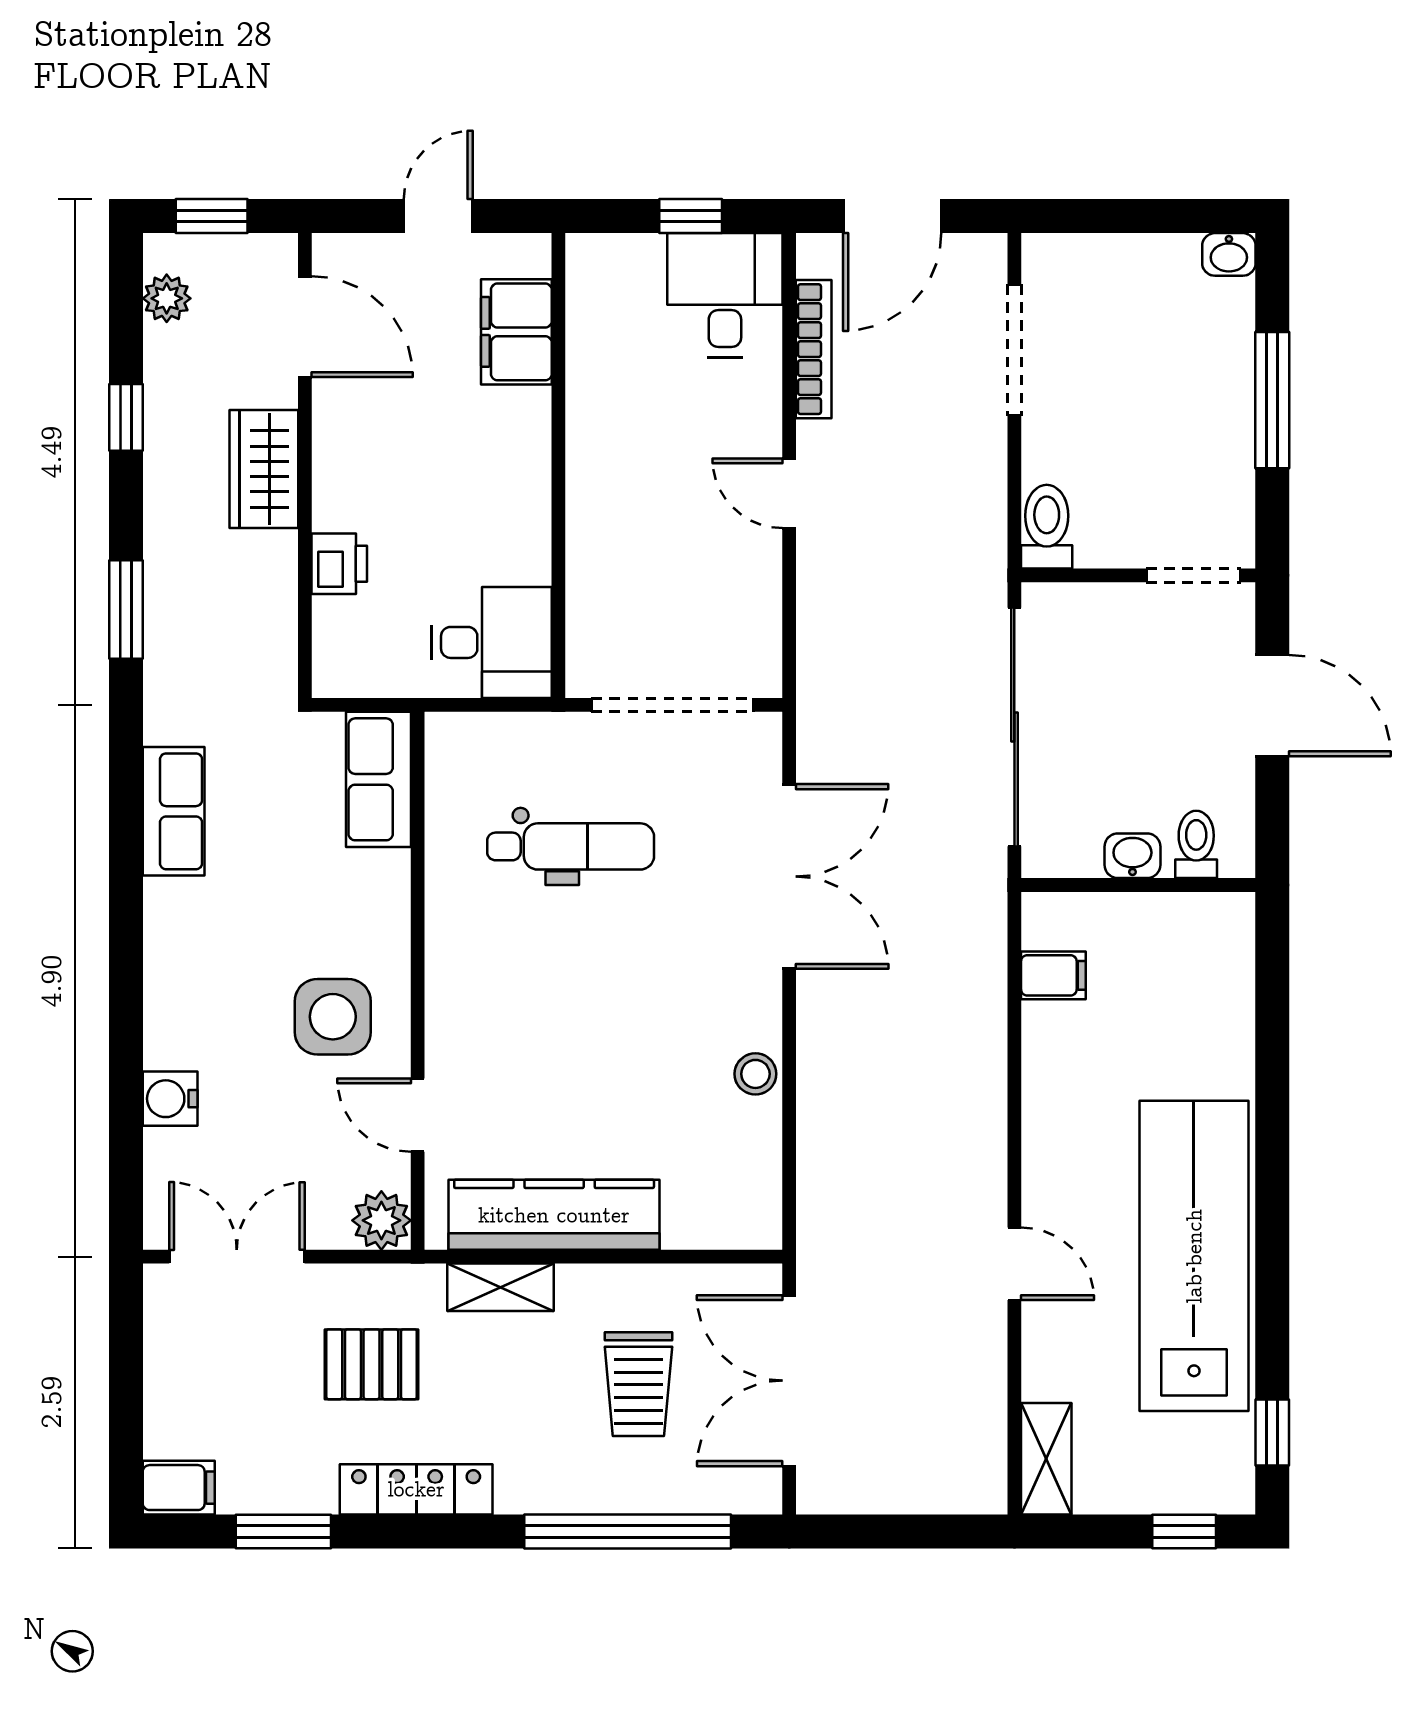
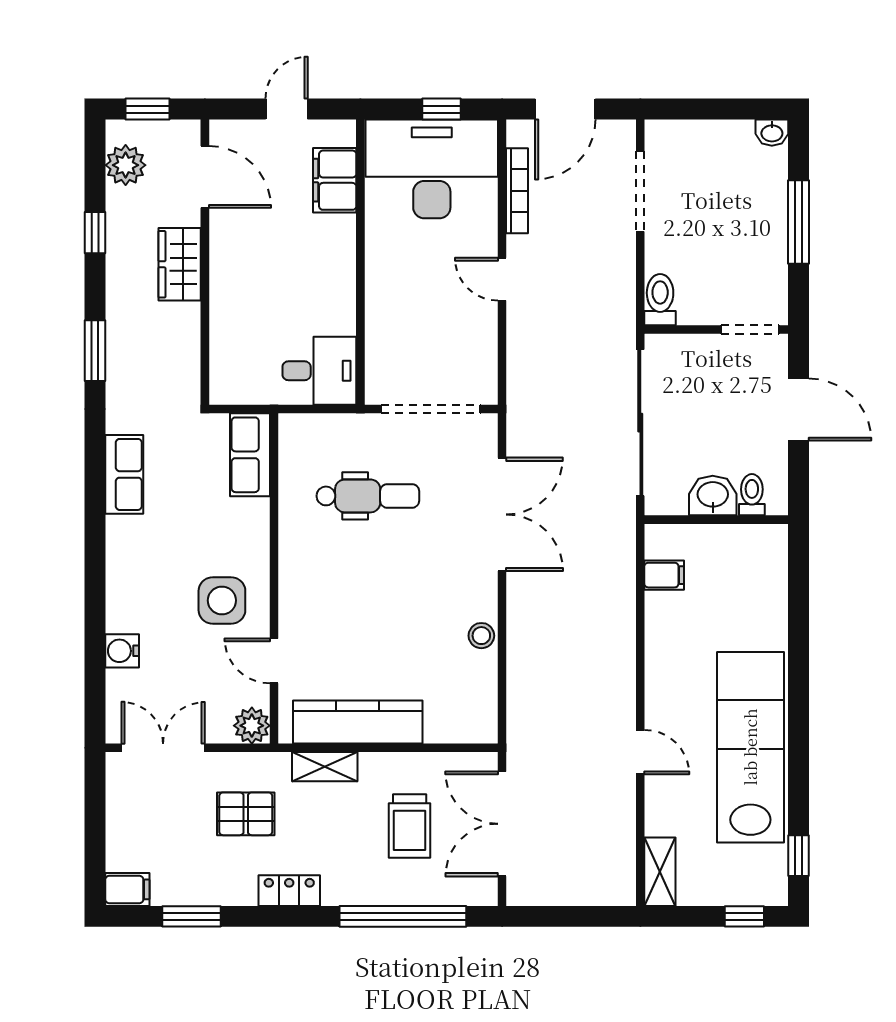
desk: (725, 295) -> (432, 169), width x1.87, depth x1.30
plant: (167, 298) -> (126, 165), width x1.38, depth x1.38
printer: (339, 564) -> (226, 322), removed
washbasin: (1132, 856) -> (713, 496), width x1.38, depth x1.45
locker: (416, 1489) -> (289, 891), width x0.66

